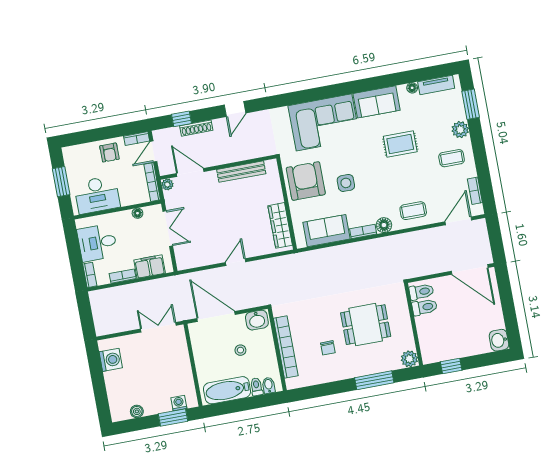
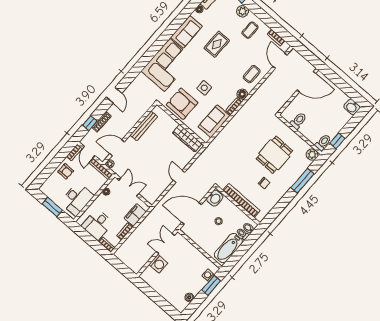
toilet: (421, 292) -> (323, 142), moved
washing machine: (111, 360) -> (158, 264), moved, turned 90

